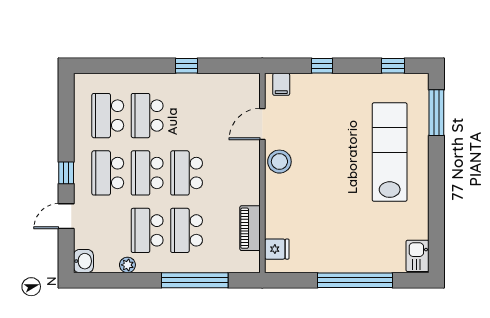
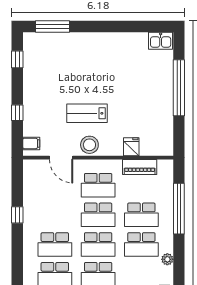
lab bench: (390, 152) -> (87, 113), moved, width x0.54, depth x0.72
school desk: (226, 173) -> (98, 185), added
fridge: (277, 249) -> (131, 147), moved

